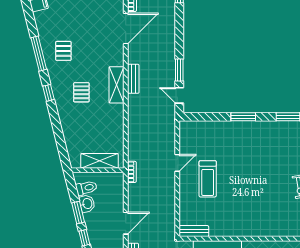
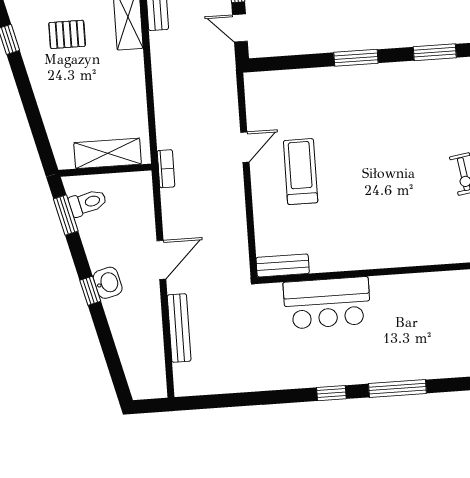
pallet: (81, 92) -> (67, 34), turned 90
treadmill: (208, 179) -> (301, 172), turned 180
washbasin: (87, 204) -> (108, 283), moved
window: (78, 213) -> (66, 215), moved

